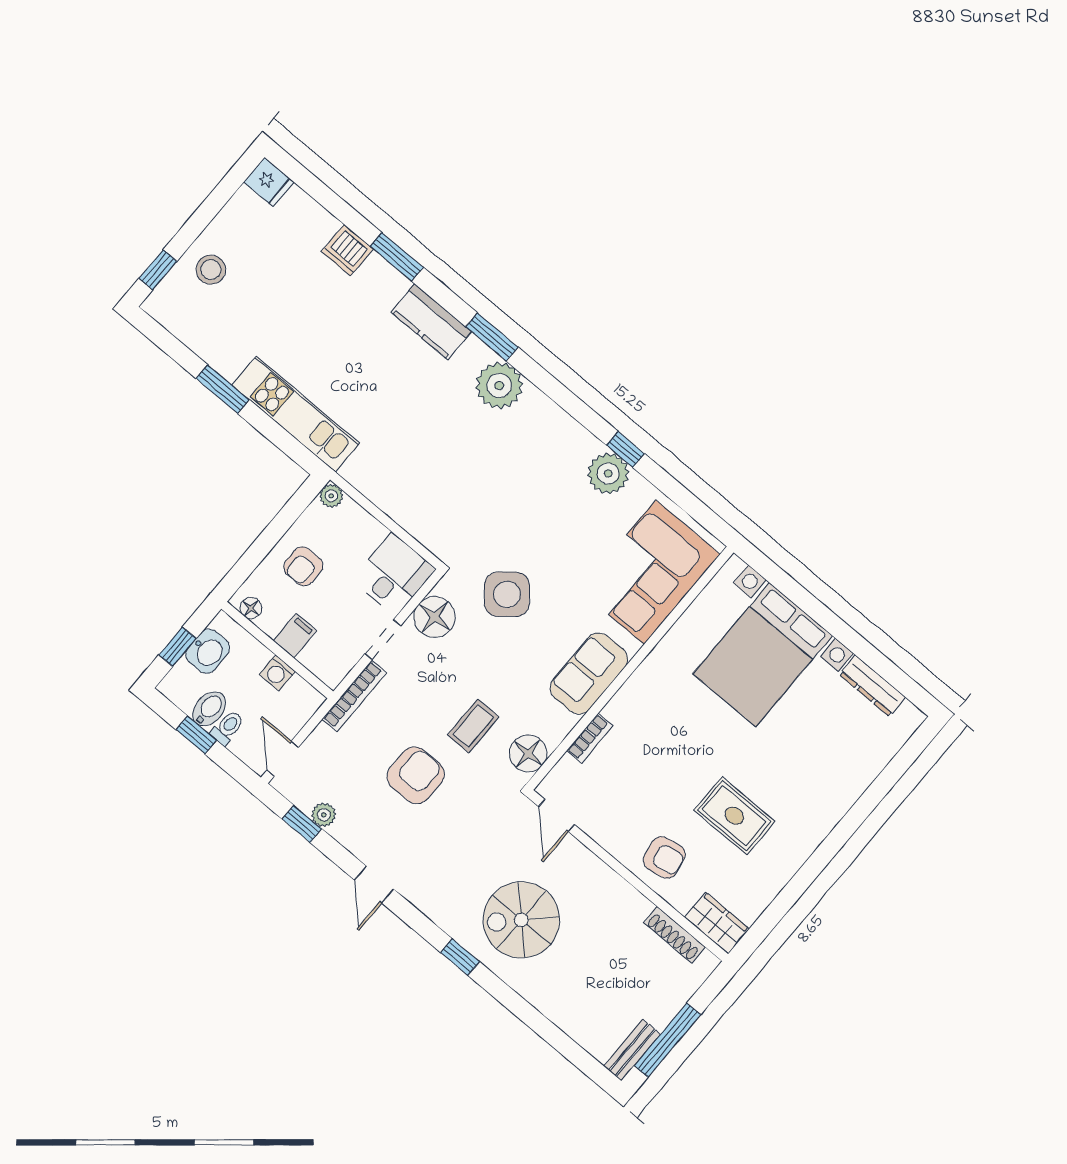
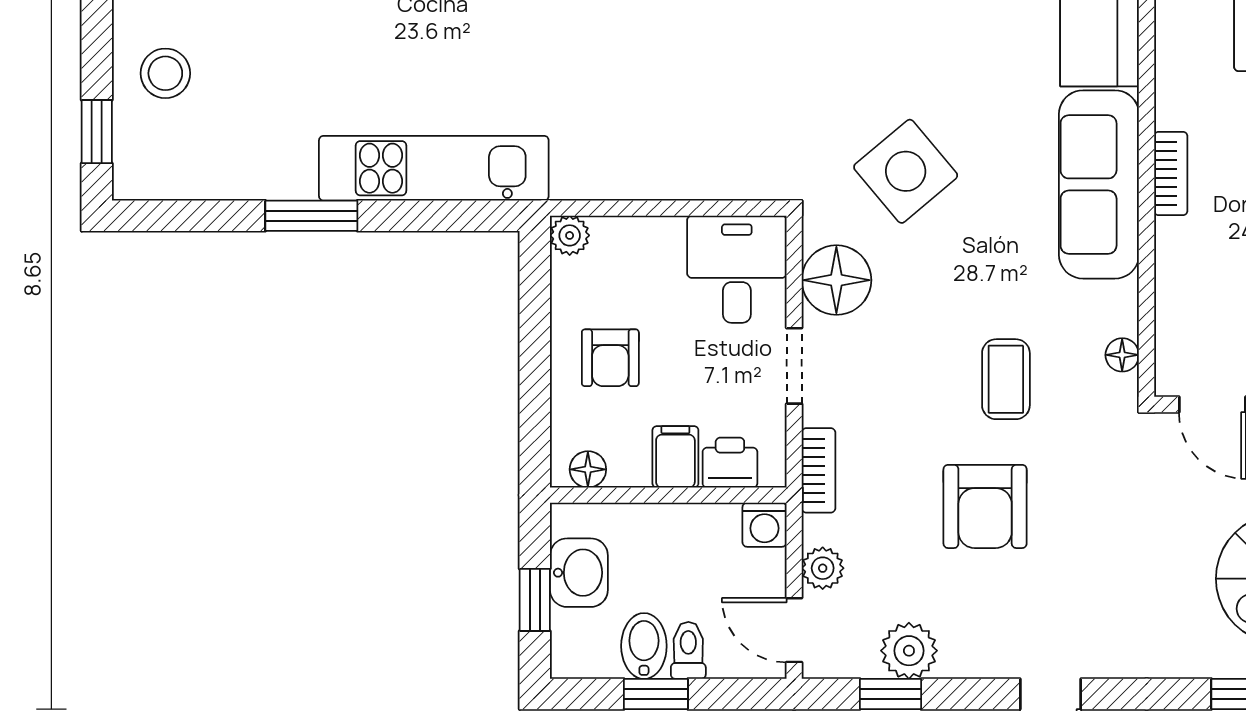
printer: (317, 659) -> (730, 463), added
washing machine: (277, 673) -> (764, 525), moved
sofa: (589, 674) -> (1099, 184), width x1.36
bookcase: (354, 696) -> (819, 470), width x0.64
bookcase: (590, 738) -> (1171, 173), moved
plant: (319, 742) -> (823, 568), added
floor lamp: (528, 753) -> (1122, 355), width x0.53, depth x0.53
armchair: (416, 775) -> (985, 506), turned 180
plant: (324, 815) -> (909, 651), width x1.38, depth x1.38

